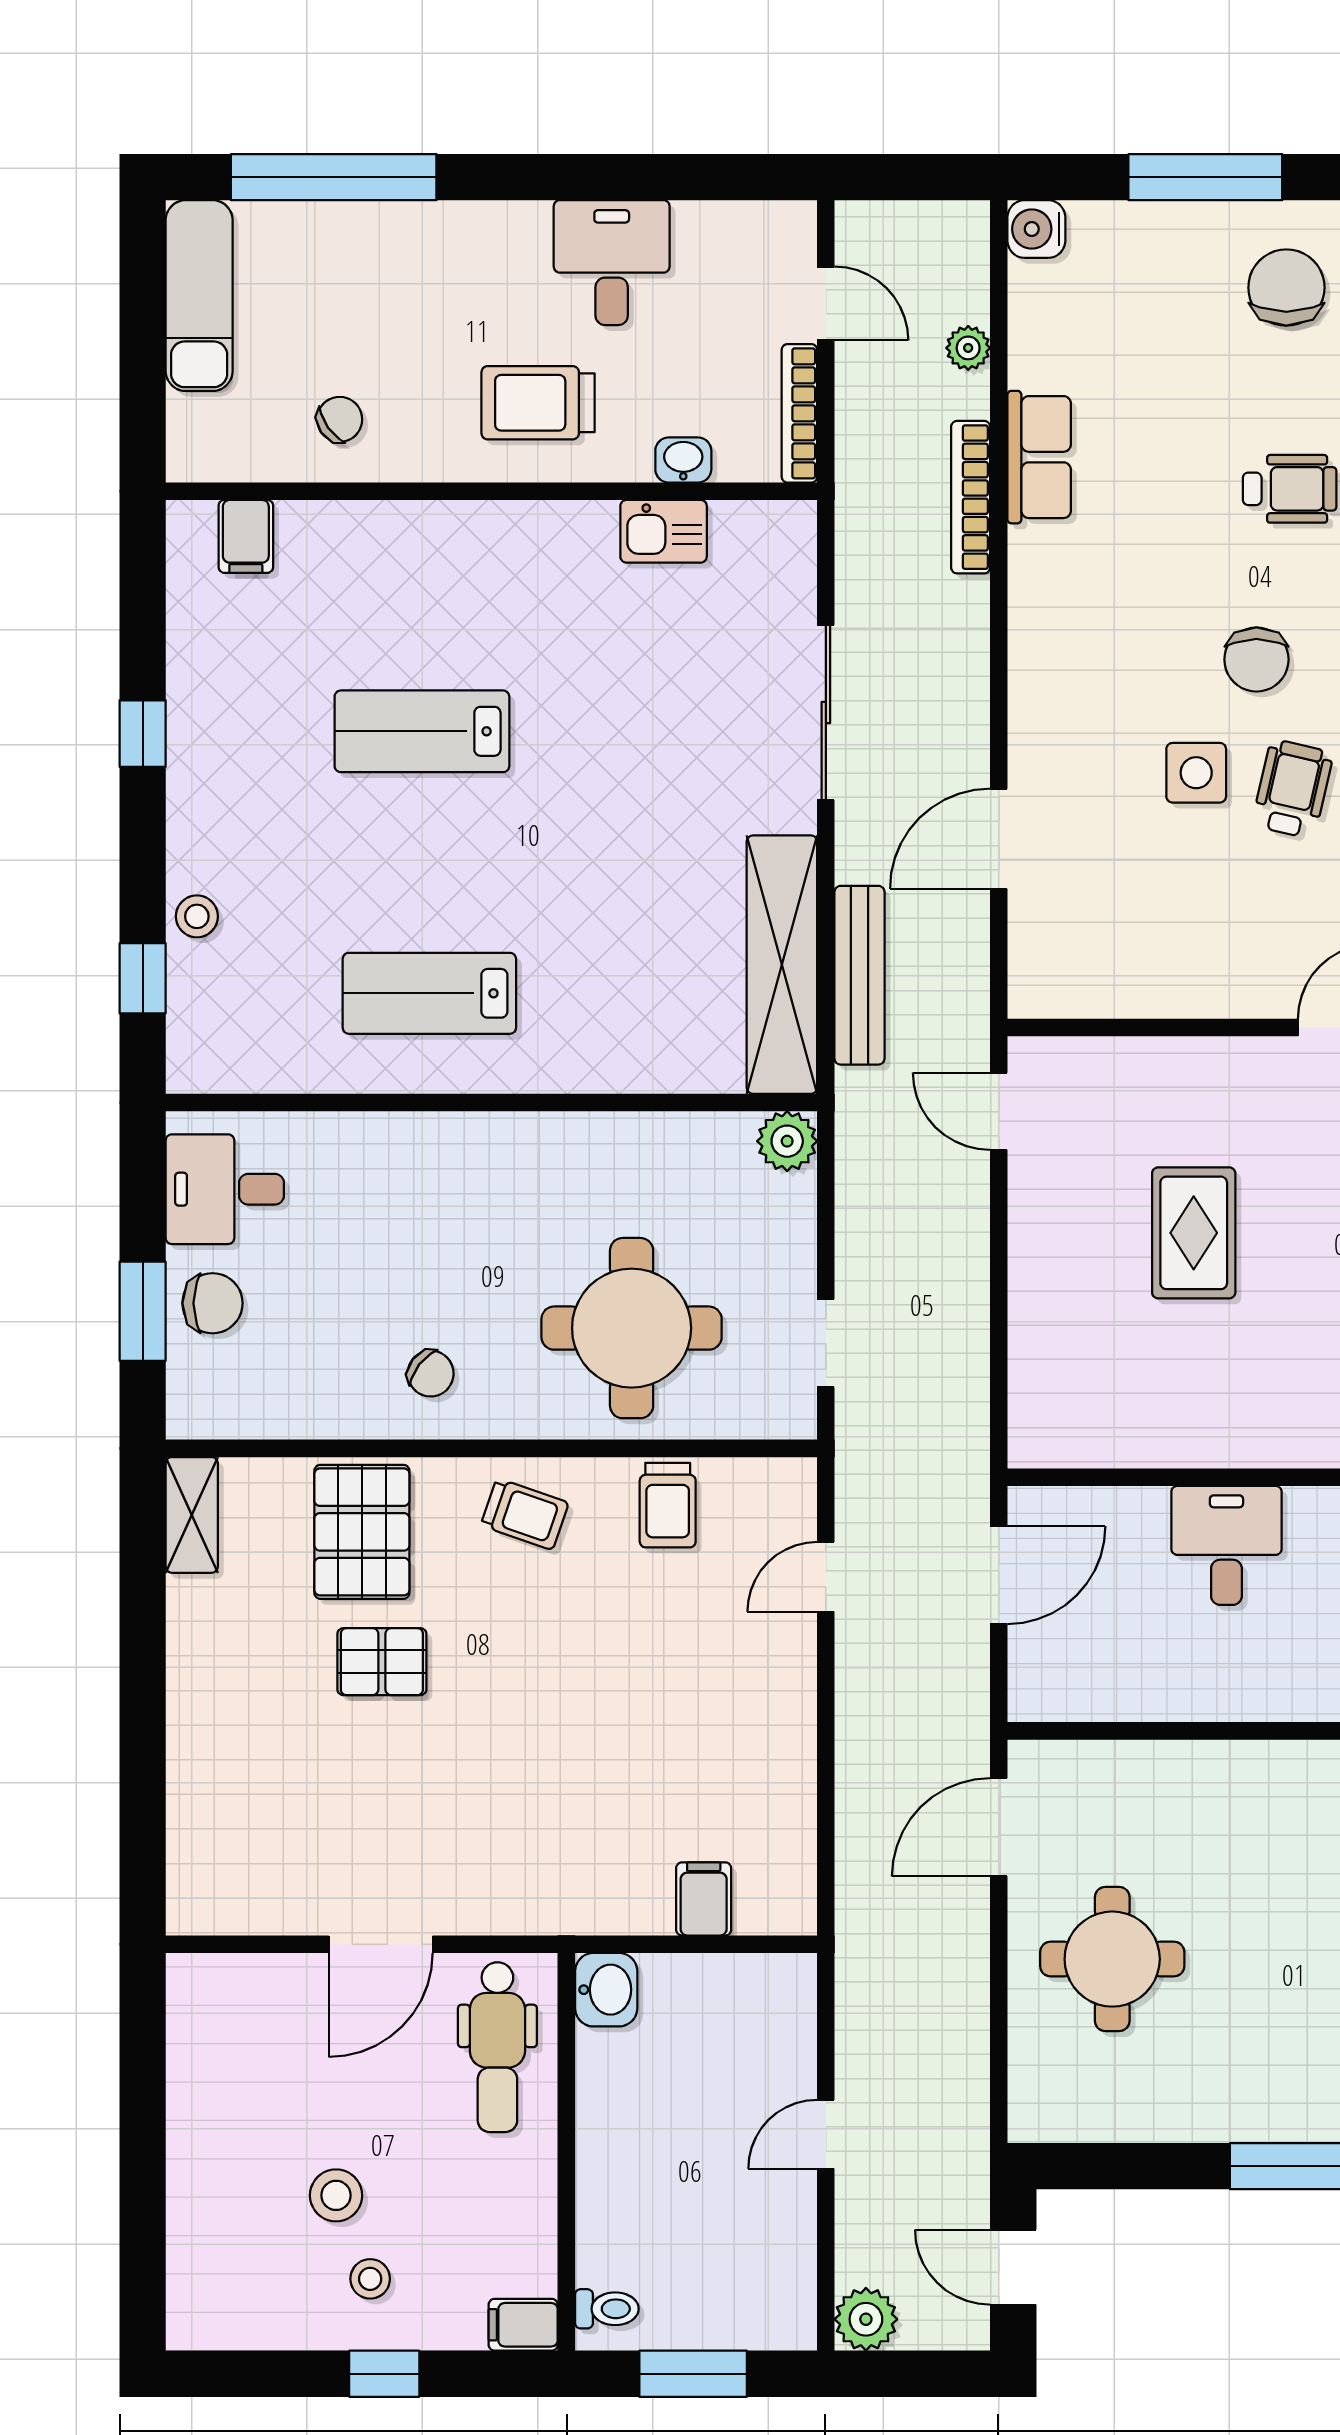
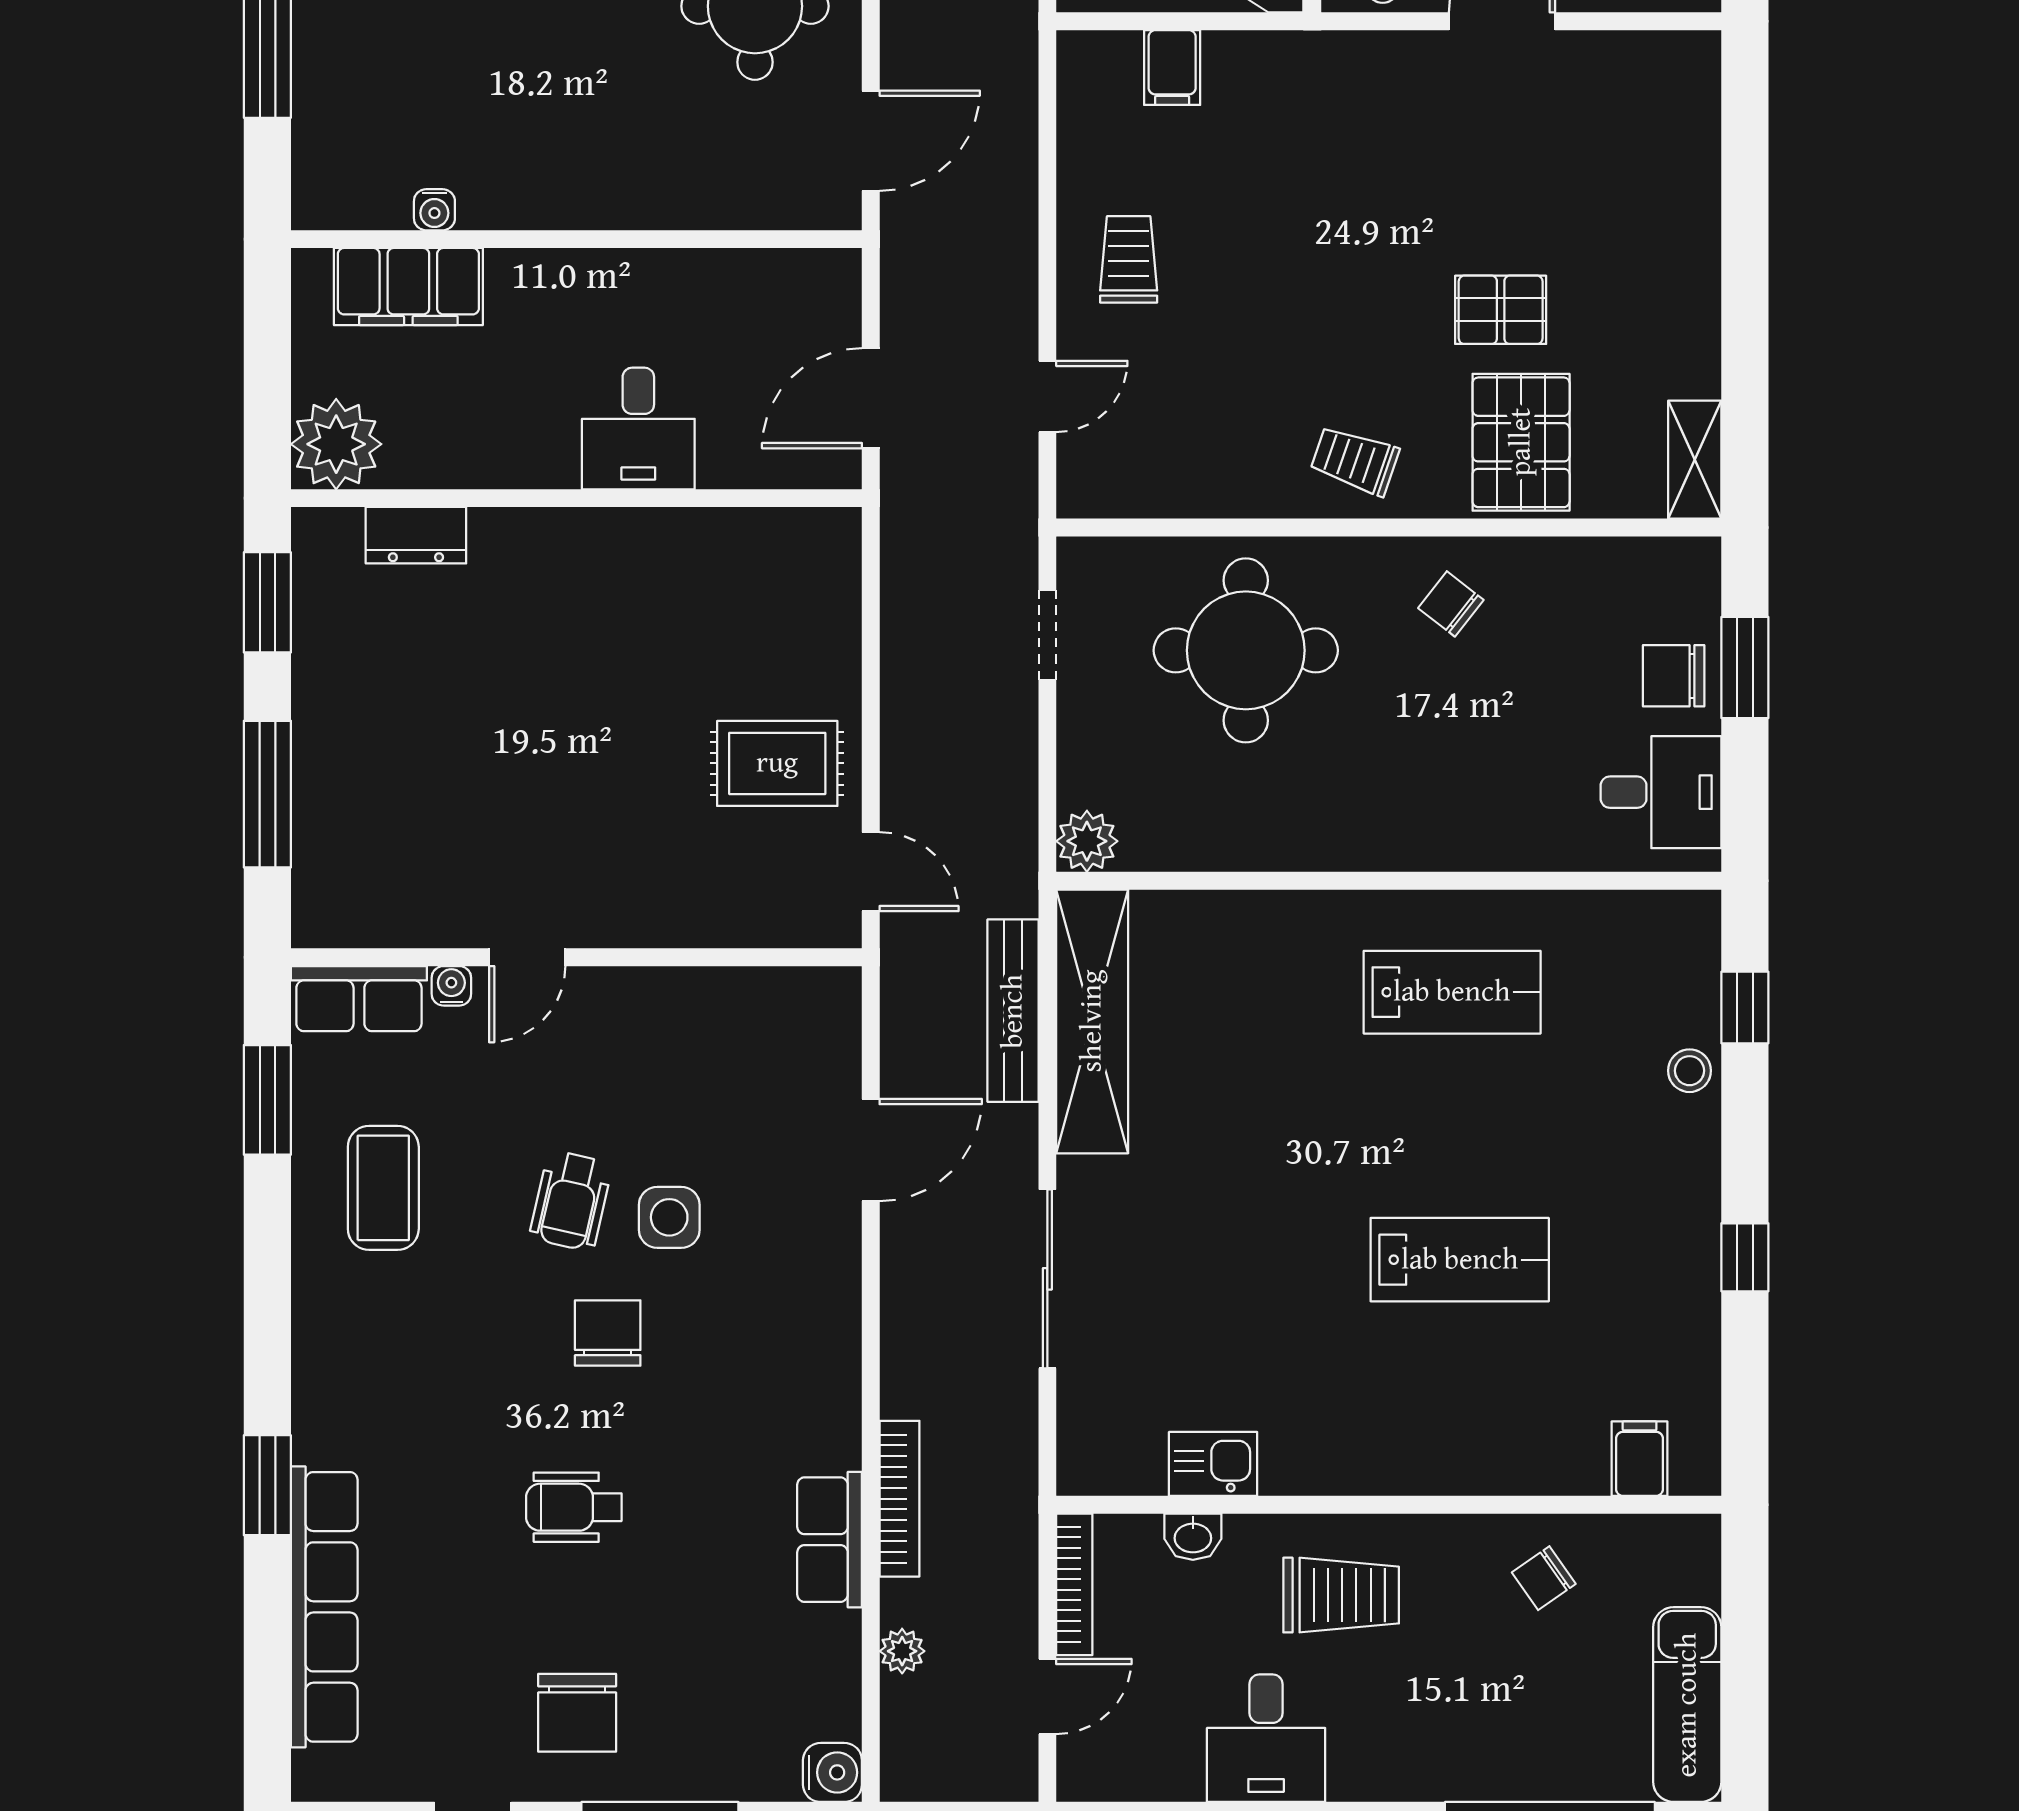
door: (826, 303) -> (1047, 1697), swing flipped
rug: (1194, 1233) -> (777, 763), moved, turned 90
trolley: (668, 1505) -> (1129, 259), moved

